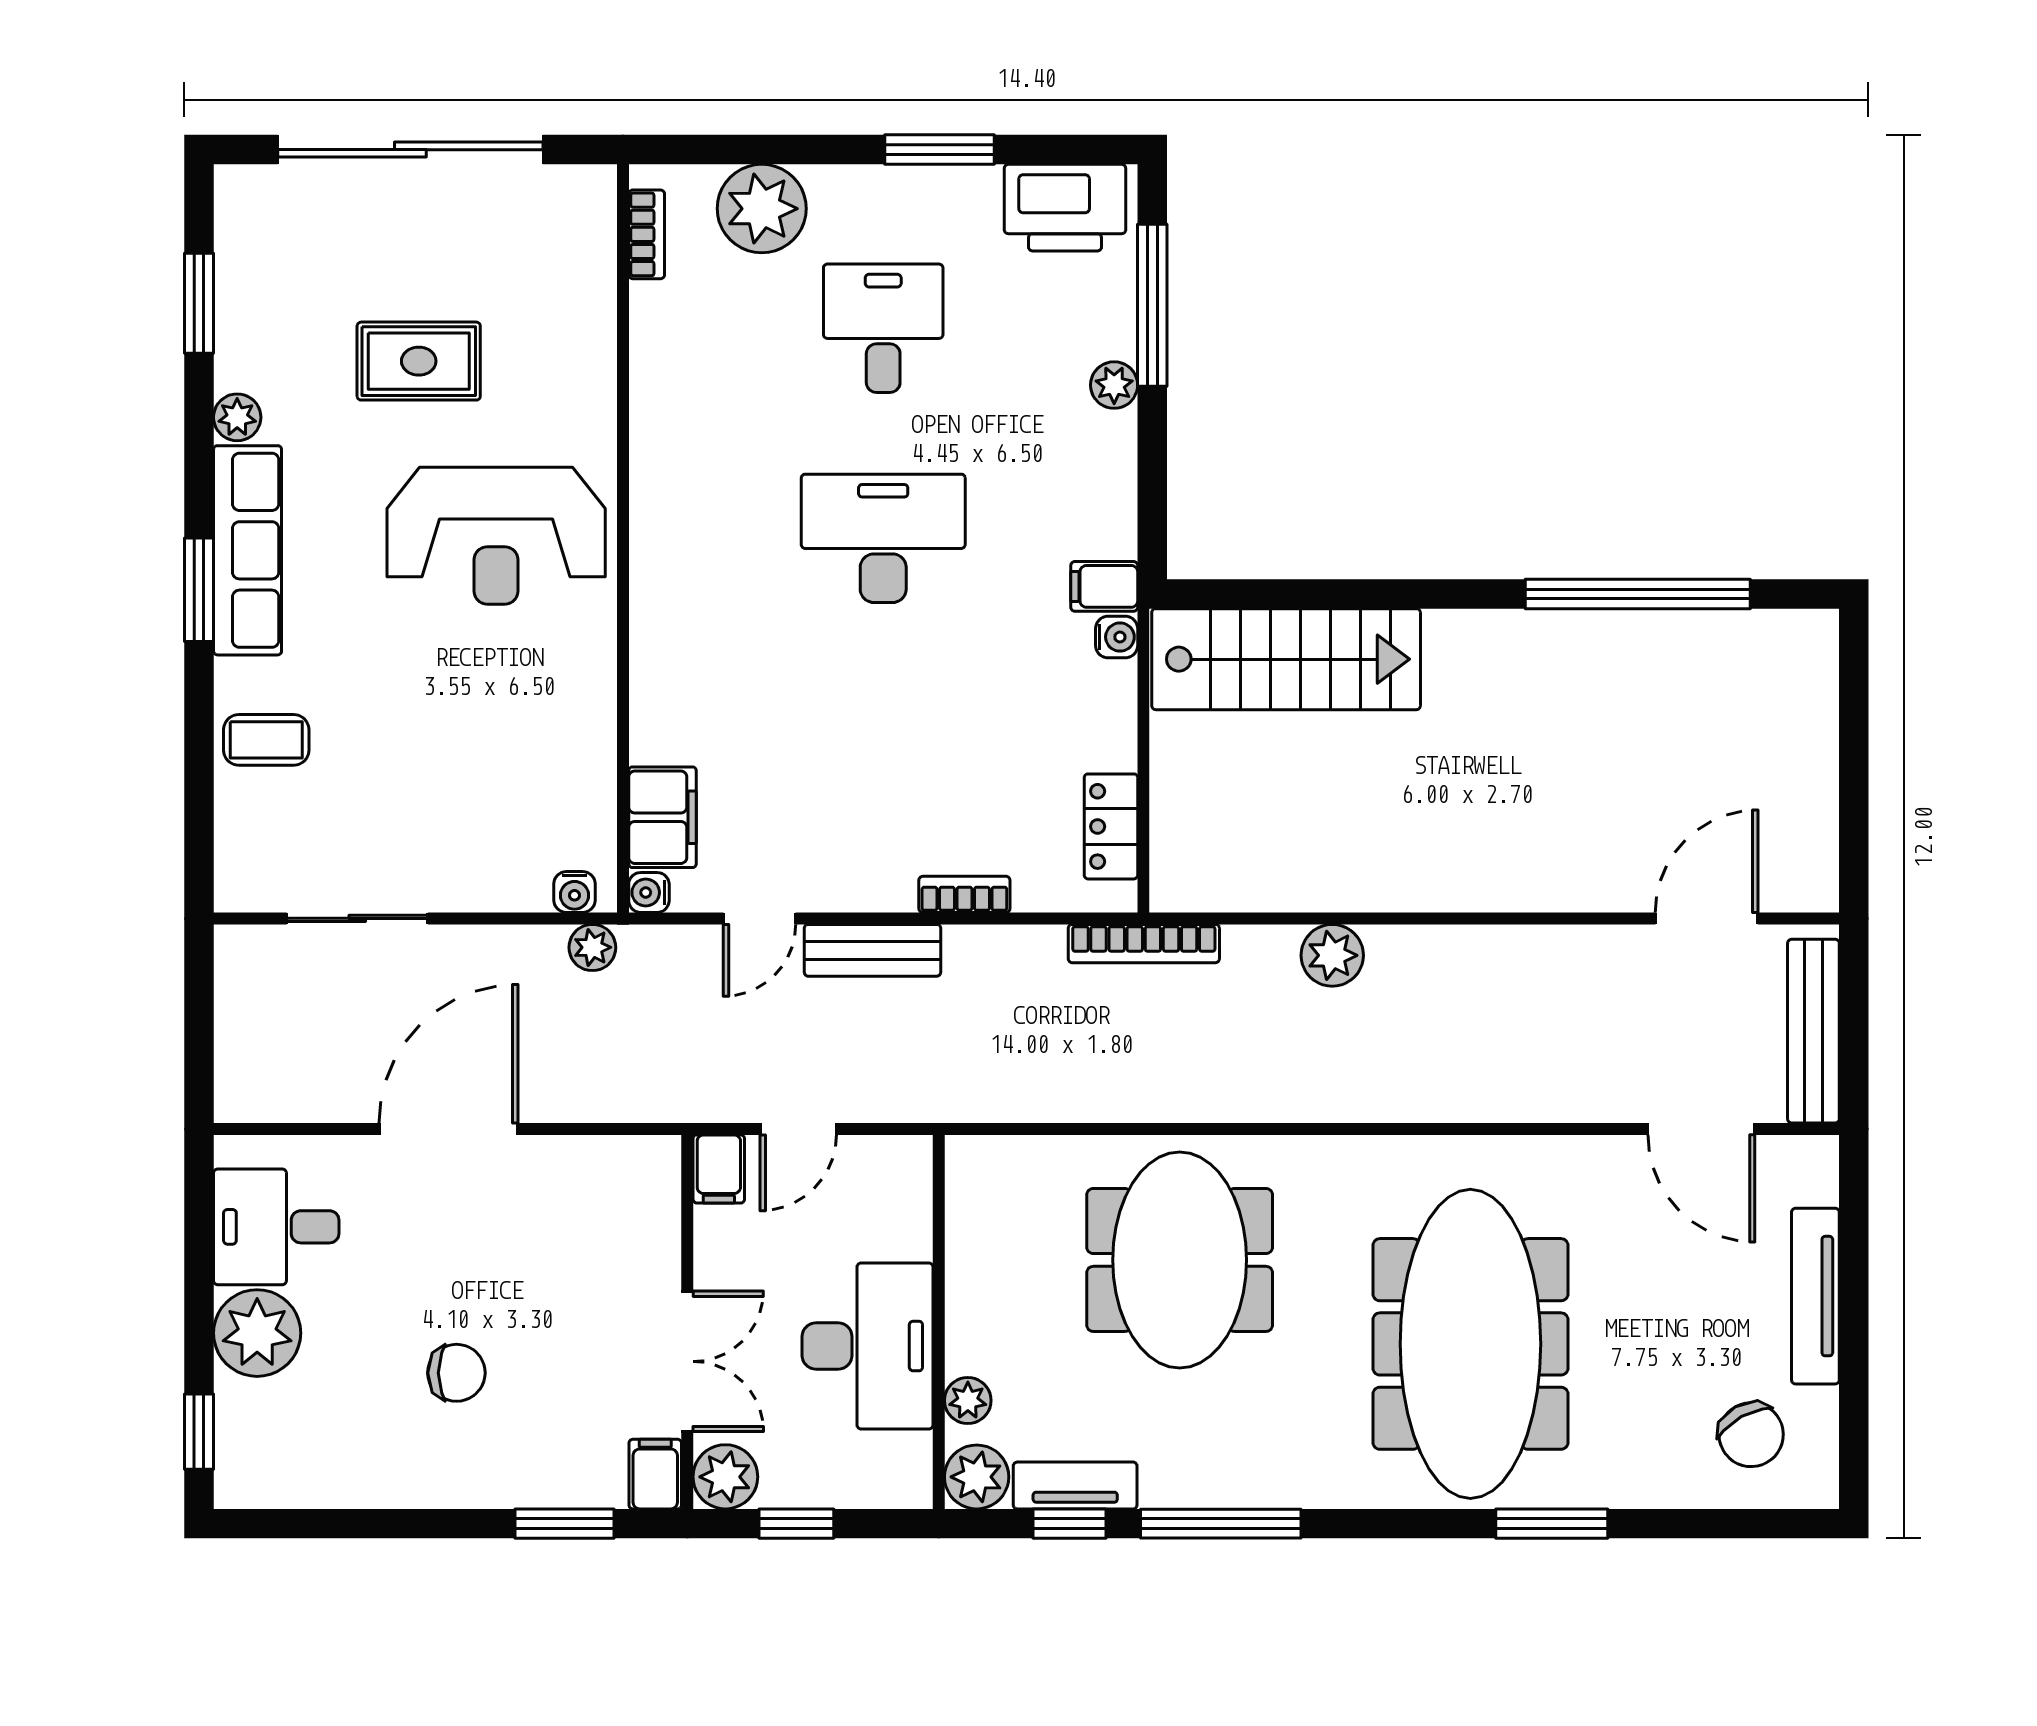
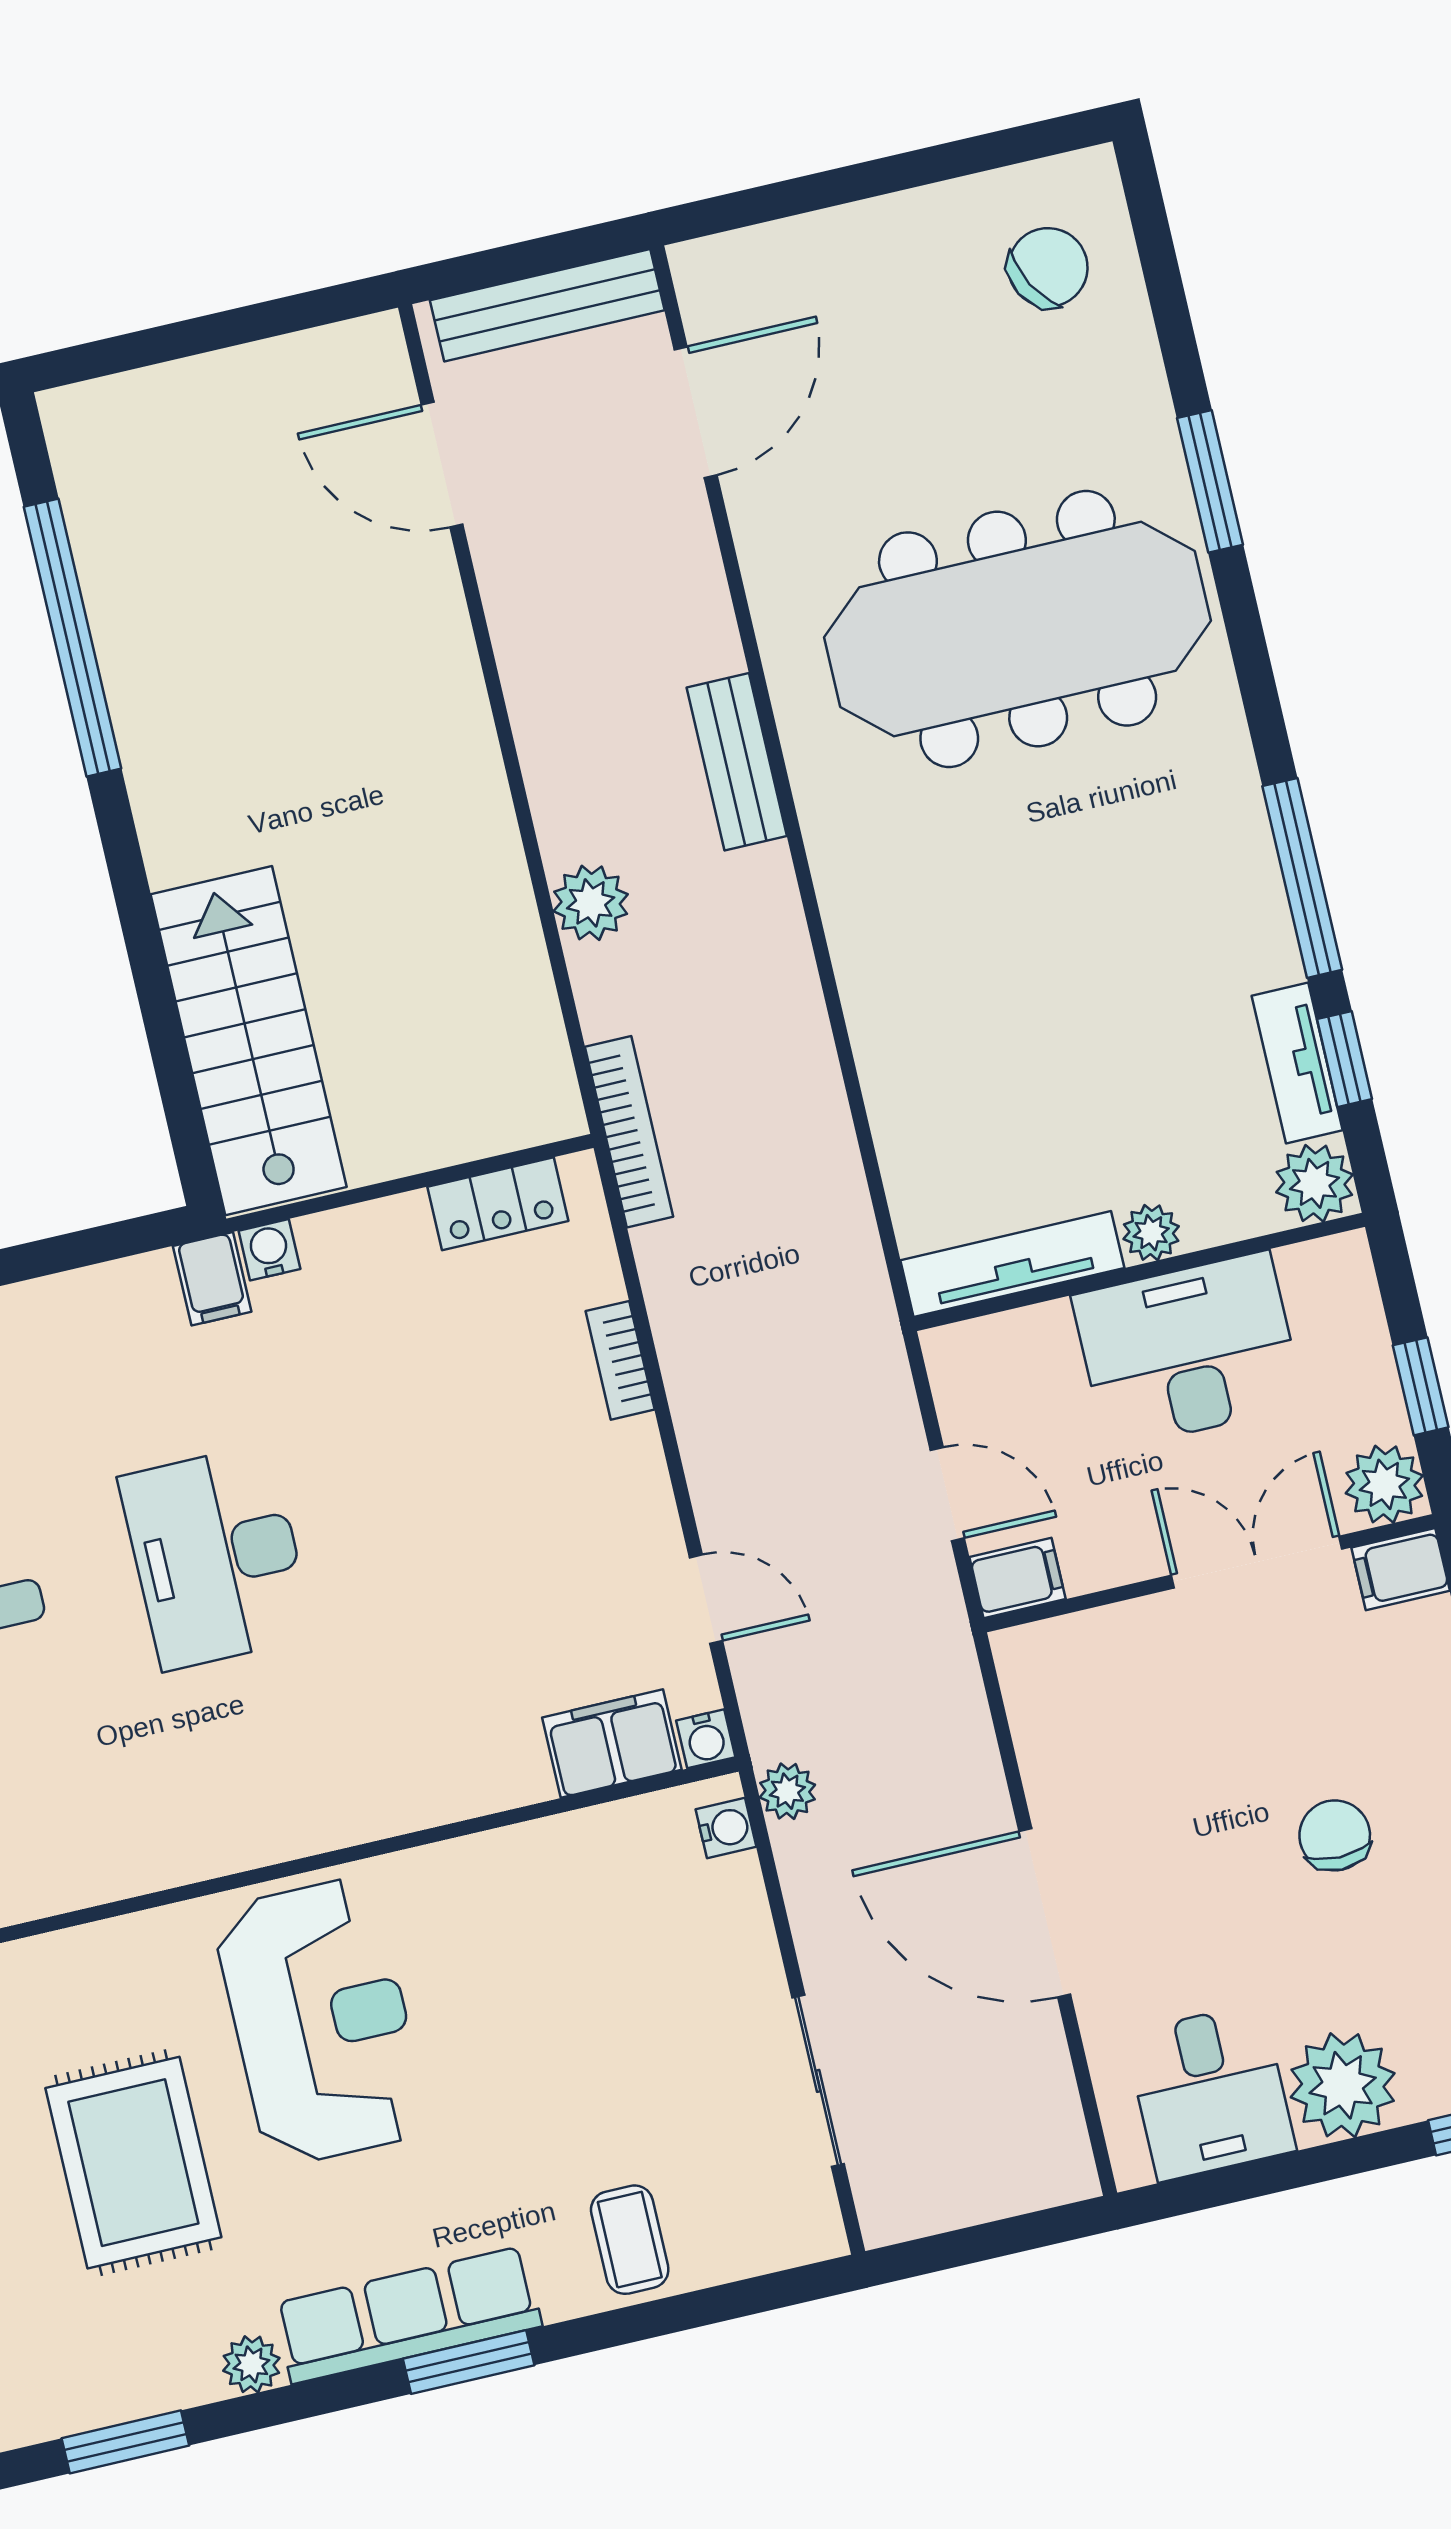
rug: (419, 361) -> (133, 2163), width x1.36, depth x1.43
bench: (872, 950) -> (737, 762), moved
meeting table: (1180, 1260) -> (998, 1001), removed
tv unit: (1815, 1296) -> (1012, 1264), moved, turned 180
plant: (968, 1400) -> (1151, 1233), moved

